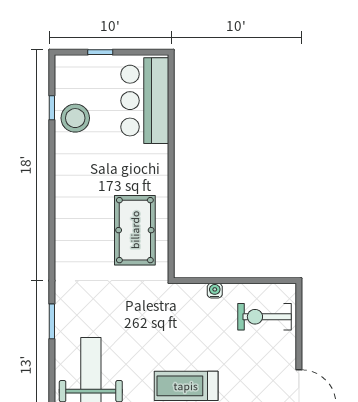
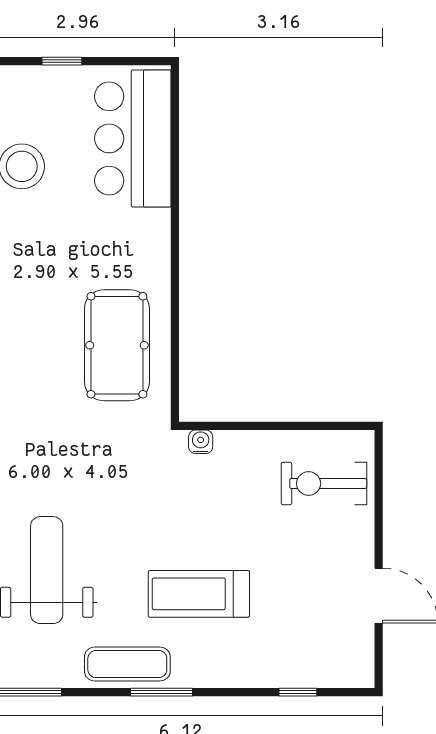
water cooler: (215, 291) -> (201, 442), moved

